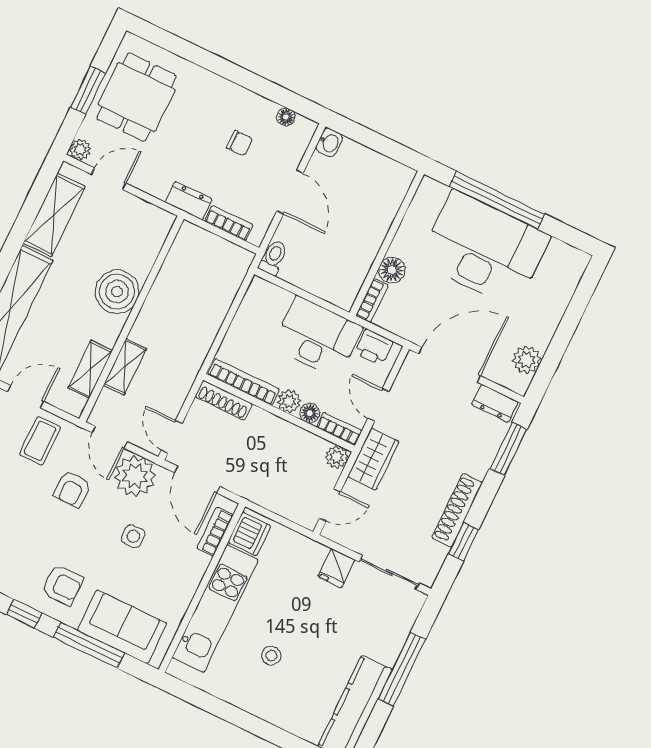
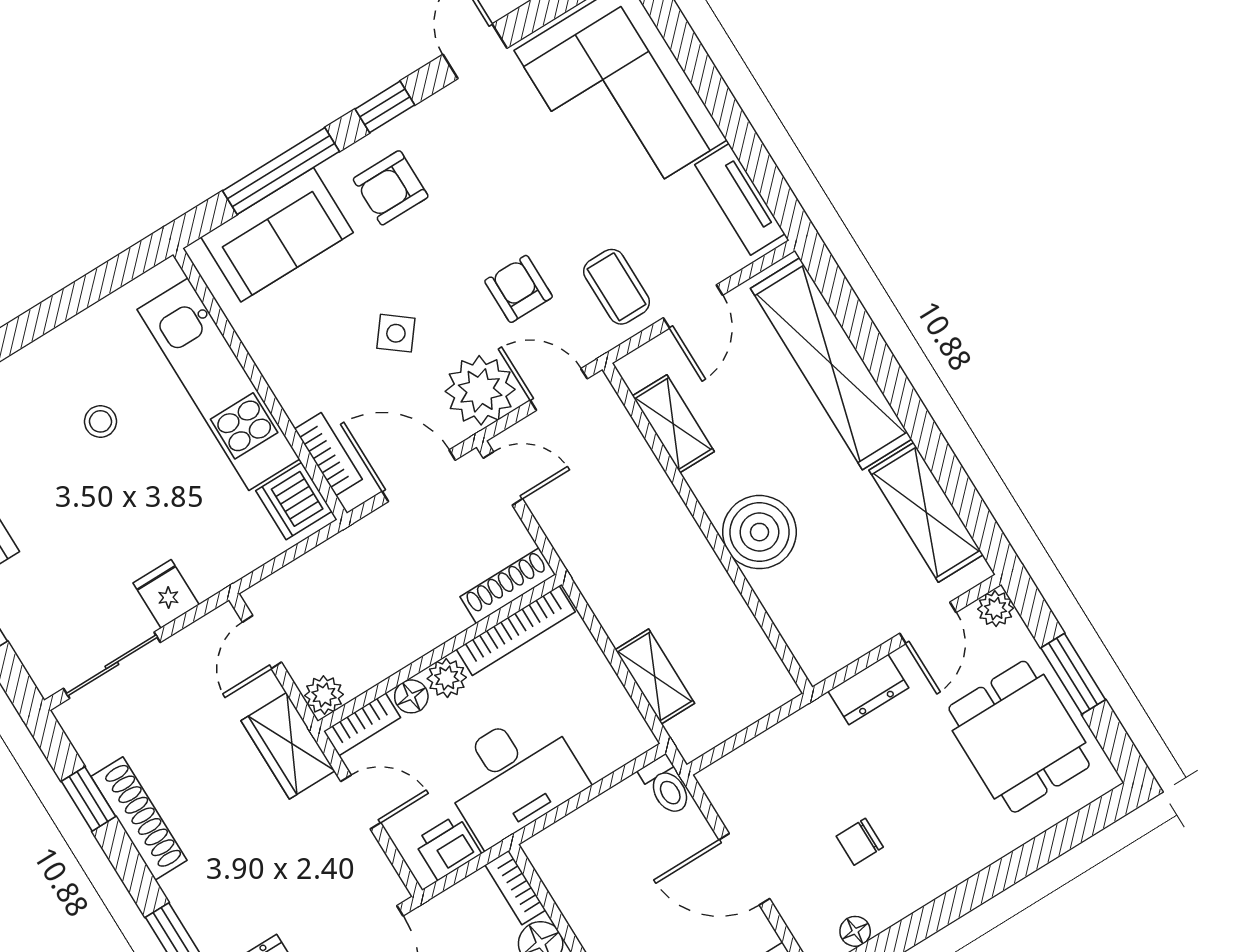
dresser: (189, 201) -> (868, 689), moved
bookcase: (229, 223) -> (756, 754), removed
shelving: (125, 367) -> (655, 676), moved
side table: (133, 536) -> (396, 333), turned 38

